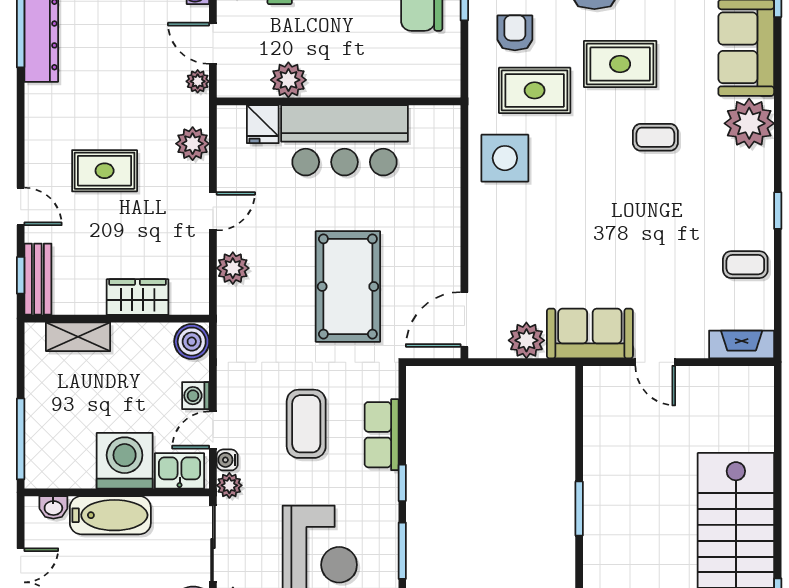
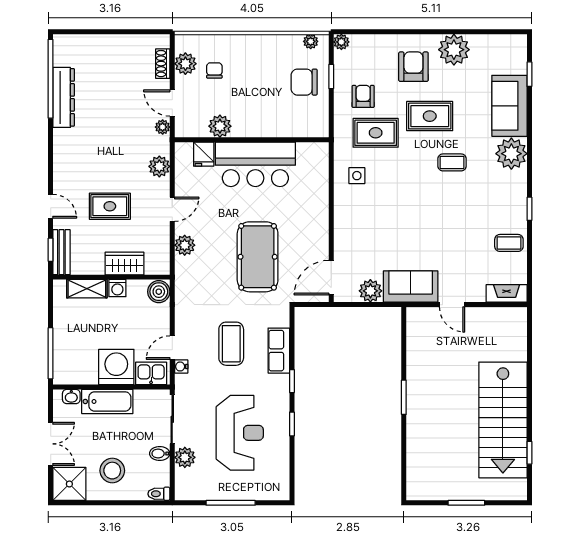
side table: (505, 158) -> (357, 176), width x0.54, depth x0.54
rug: (105, 171) -> (110, 206), moved
washing machine: (196, 396) -> (117, 288), moved, turned -90
plant: (229, 485) -> (183, 383), removed
window: (402, 551) -> (292, 424), width x0.67

